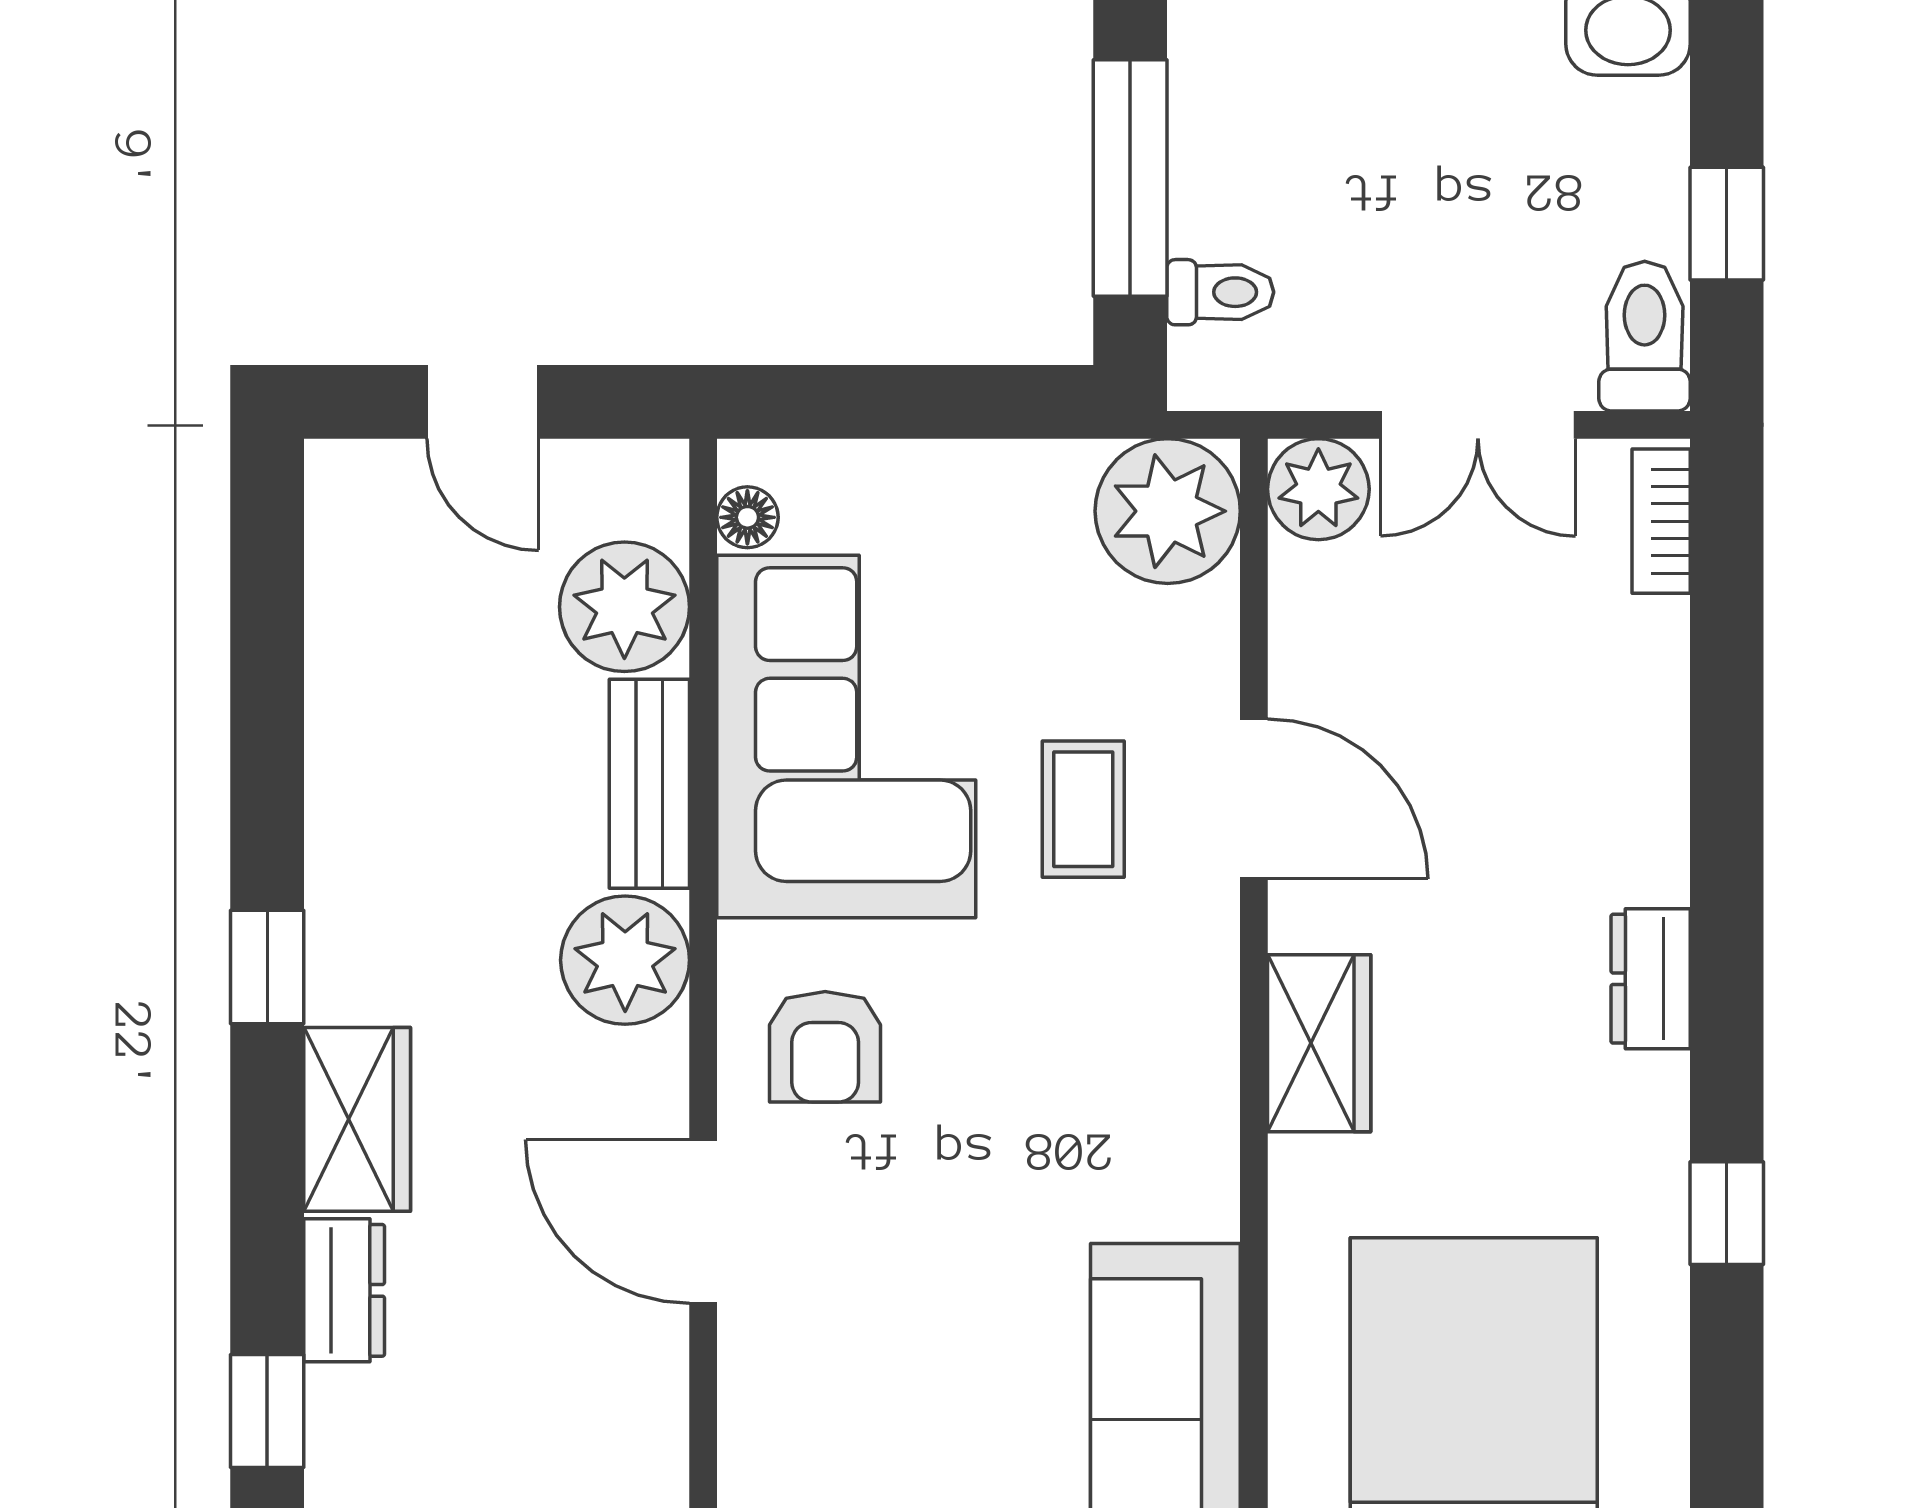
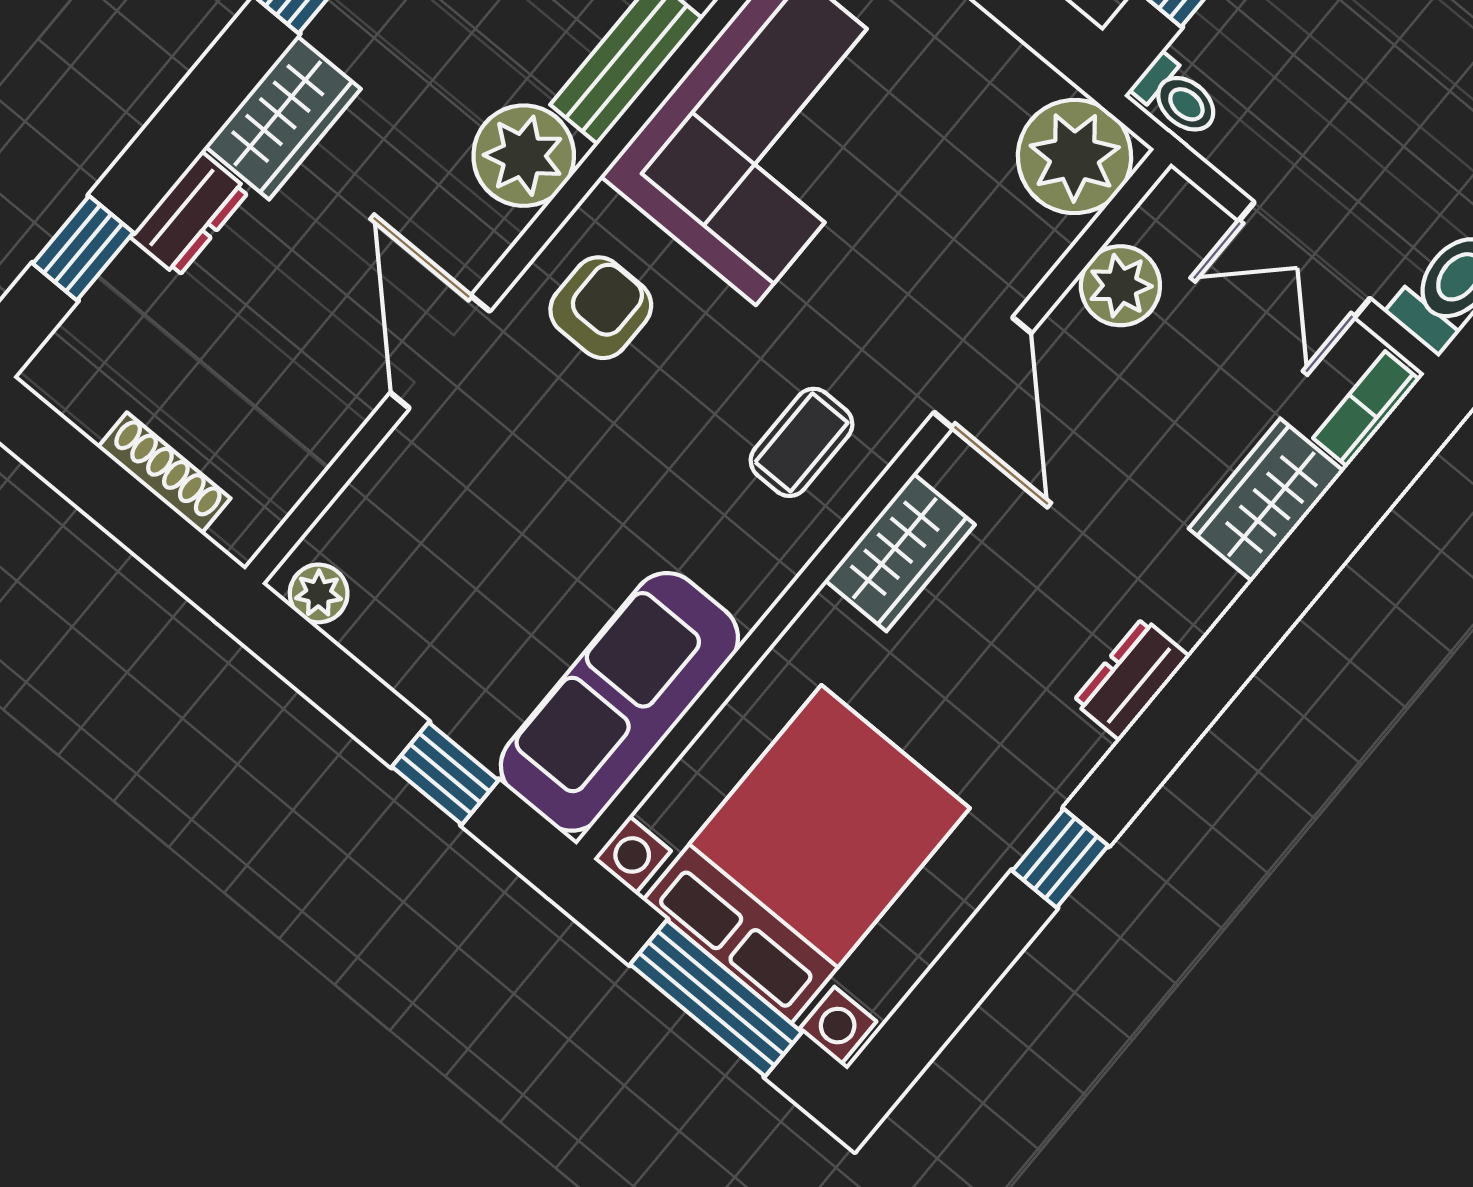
toilet: (1220, 292) -> (1177, 97), moved
plant: (1318, 489) -> (1120, 286), moved
wardrobe: (1637, 692) -> (1266, 500), added
coffee table: (1083, 809) -> (802, 442), moved
armchair: (825, 1047) -> (601, 308), turned 180

